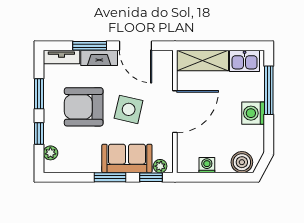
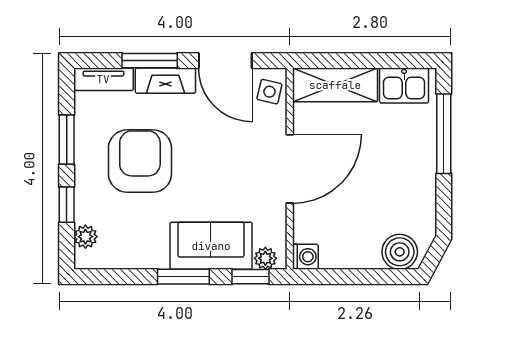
armchair: (84, 107) -> (140, 161), turned 90
side table: (129, 109) -> (269, 92), moved, width x0.54, depth x0.54
washing machine: (253, 113) -> (418, 171), removed
washing machine: (207, 165) -> (305, 257), moved, turned 90

